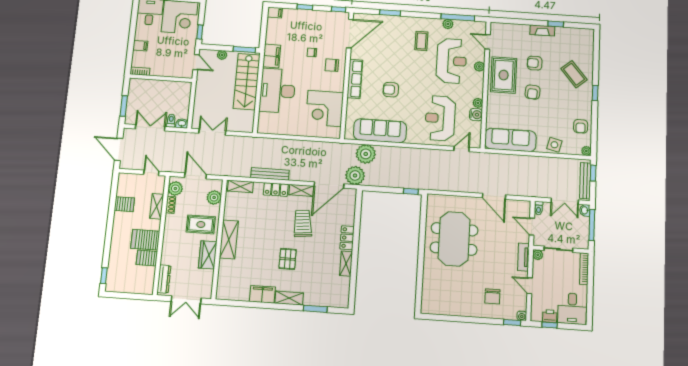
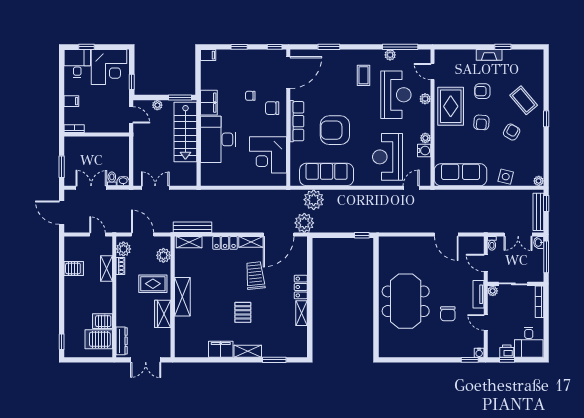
armchair: (391, 90) -> (335, 130), width x1.88, depth x1.88
armchair: (581, 126) -> (512, 132), moved, turned -150
bench: (270, 174) -> (192, 227), moved
meeting table: (454, 239) -> (406, 301), moved
server rack: (145, 240) -> (99, 339), moved
chair: (492, 296) -> (448, 314), moved

